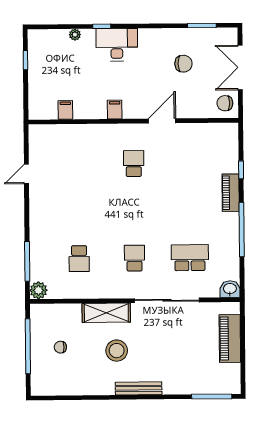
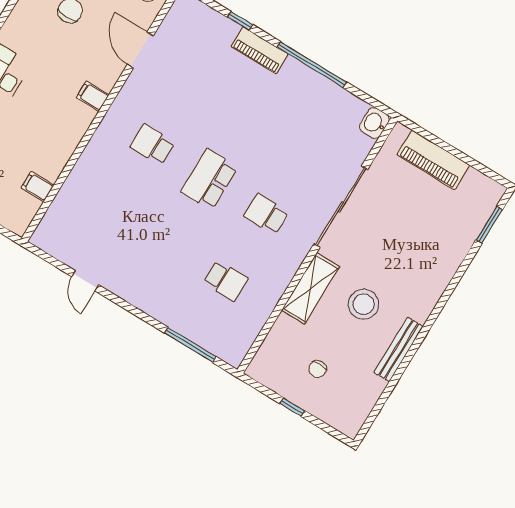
filing cabinet: (115, 109) -> (93, 96), moved
door: (162, 121) -> (140, 50), moved
school desk: (190, 258) -> (209, 179), moved
plant: (39, 290) -> (233, 353), removed
window: (28, 346) -> (292, 407), width x0.32
bench: (139, 388) -> (399, 349), moved
window: (212, 397) -> (489, 225), width x0.69

